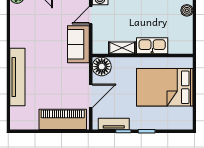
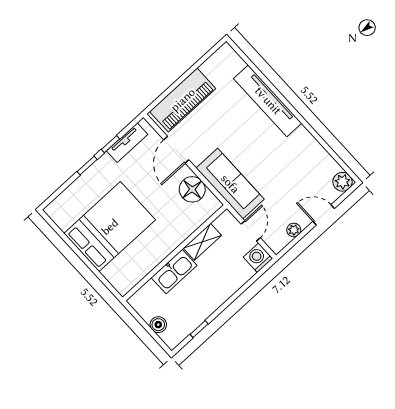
sofa: (78, 44) -> (230, 184), width x1.36
kitchen sink: (152, 46) -> (174, 271), moved
shelving: (122, 48) -> (202, 242), moved
wall: (143, 56) -> (175, 253), moved

